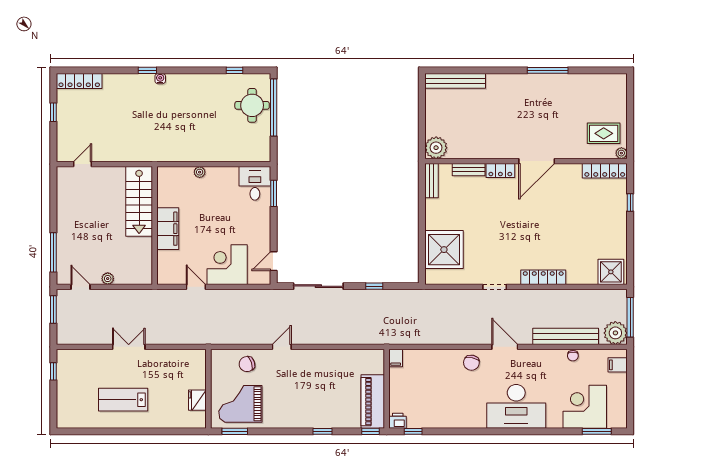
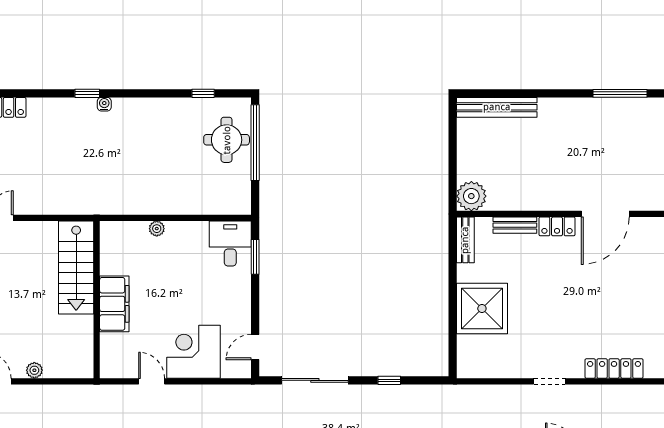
shower: (444, 250) -> (482, 309), moved

